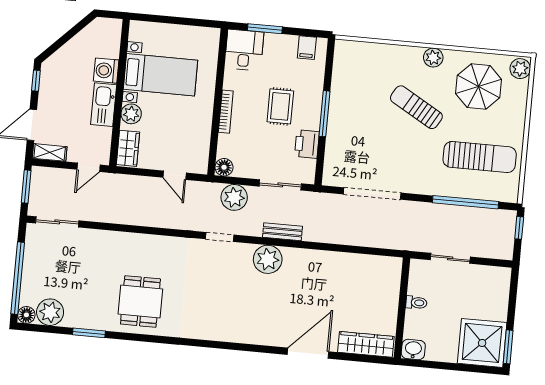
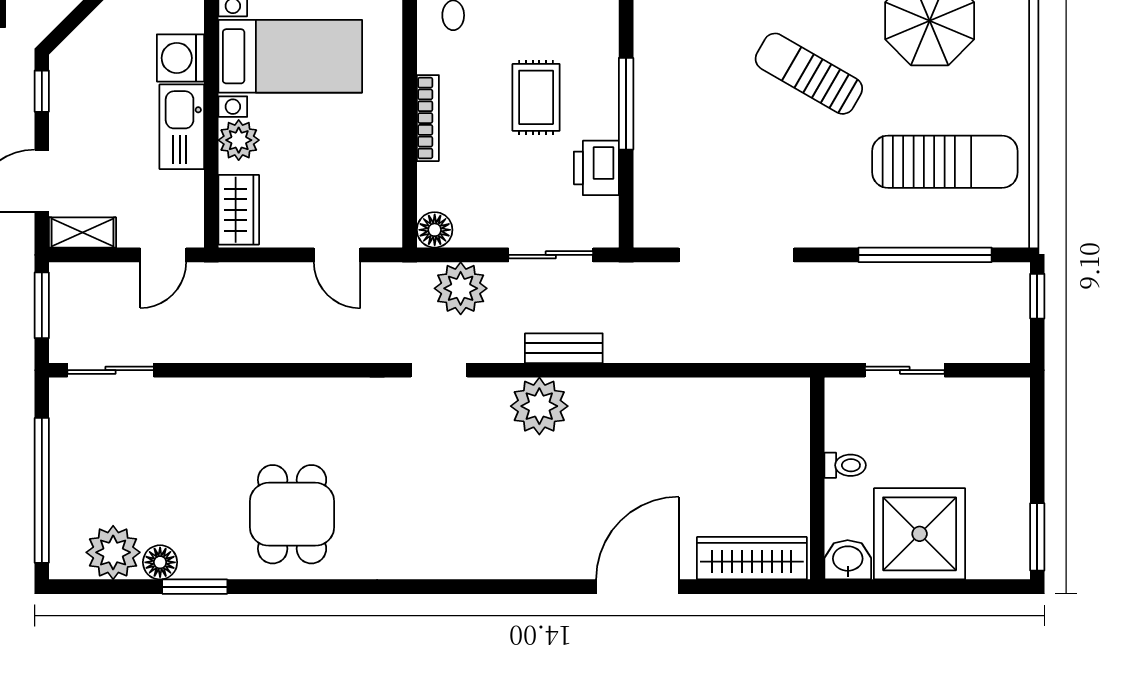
floor lamp: (26, 315) -> (160, 562), moved
shower: (482, 343) -> (920, 534), moved

